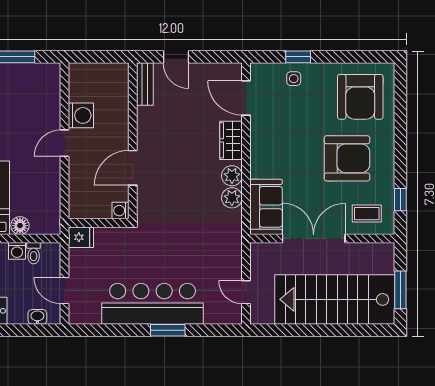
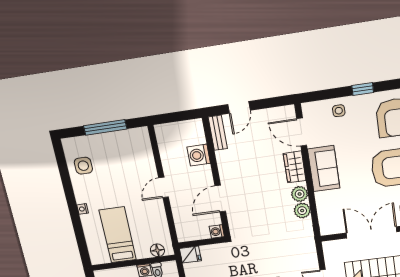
door: (176, 57) -> (239, 107), hinge flipped
window: (298, 57) -> (363, 89), moved
washing machine: (81, 115) -> (199, 155), moved, turned 180
sofa: (266, 207) -> (324, 169), moved
floor lamp: (20, 226) -> (157, 250), moved

